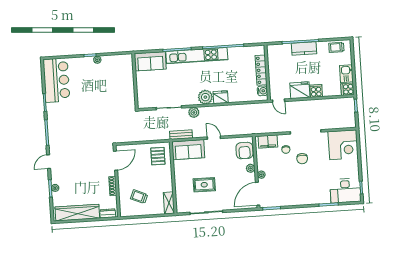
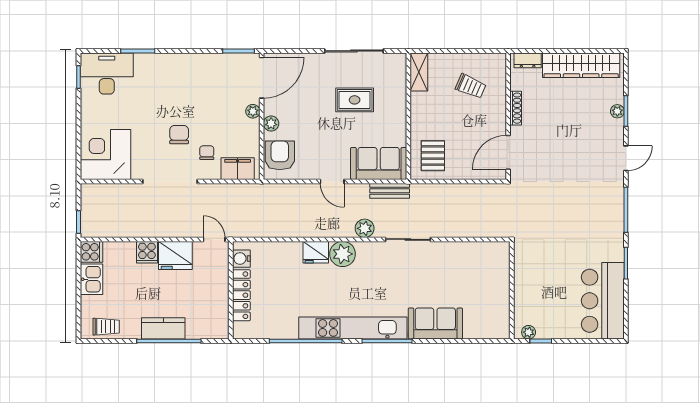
wall: (135, 81) -> (512, 290), moved

